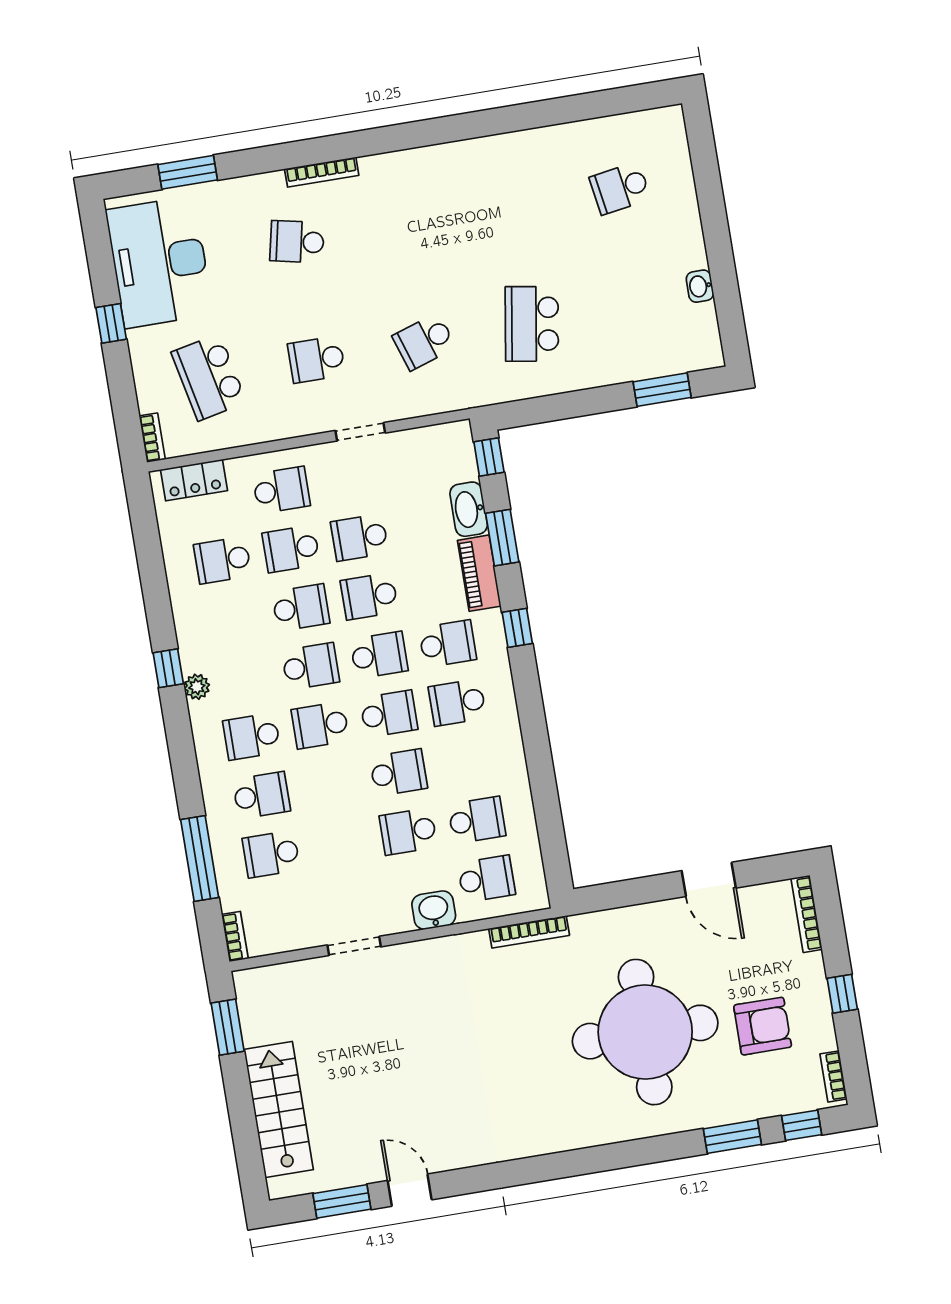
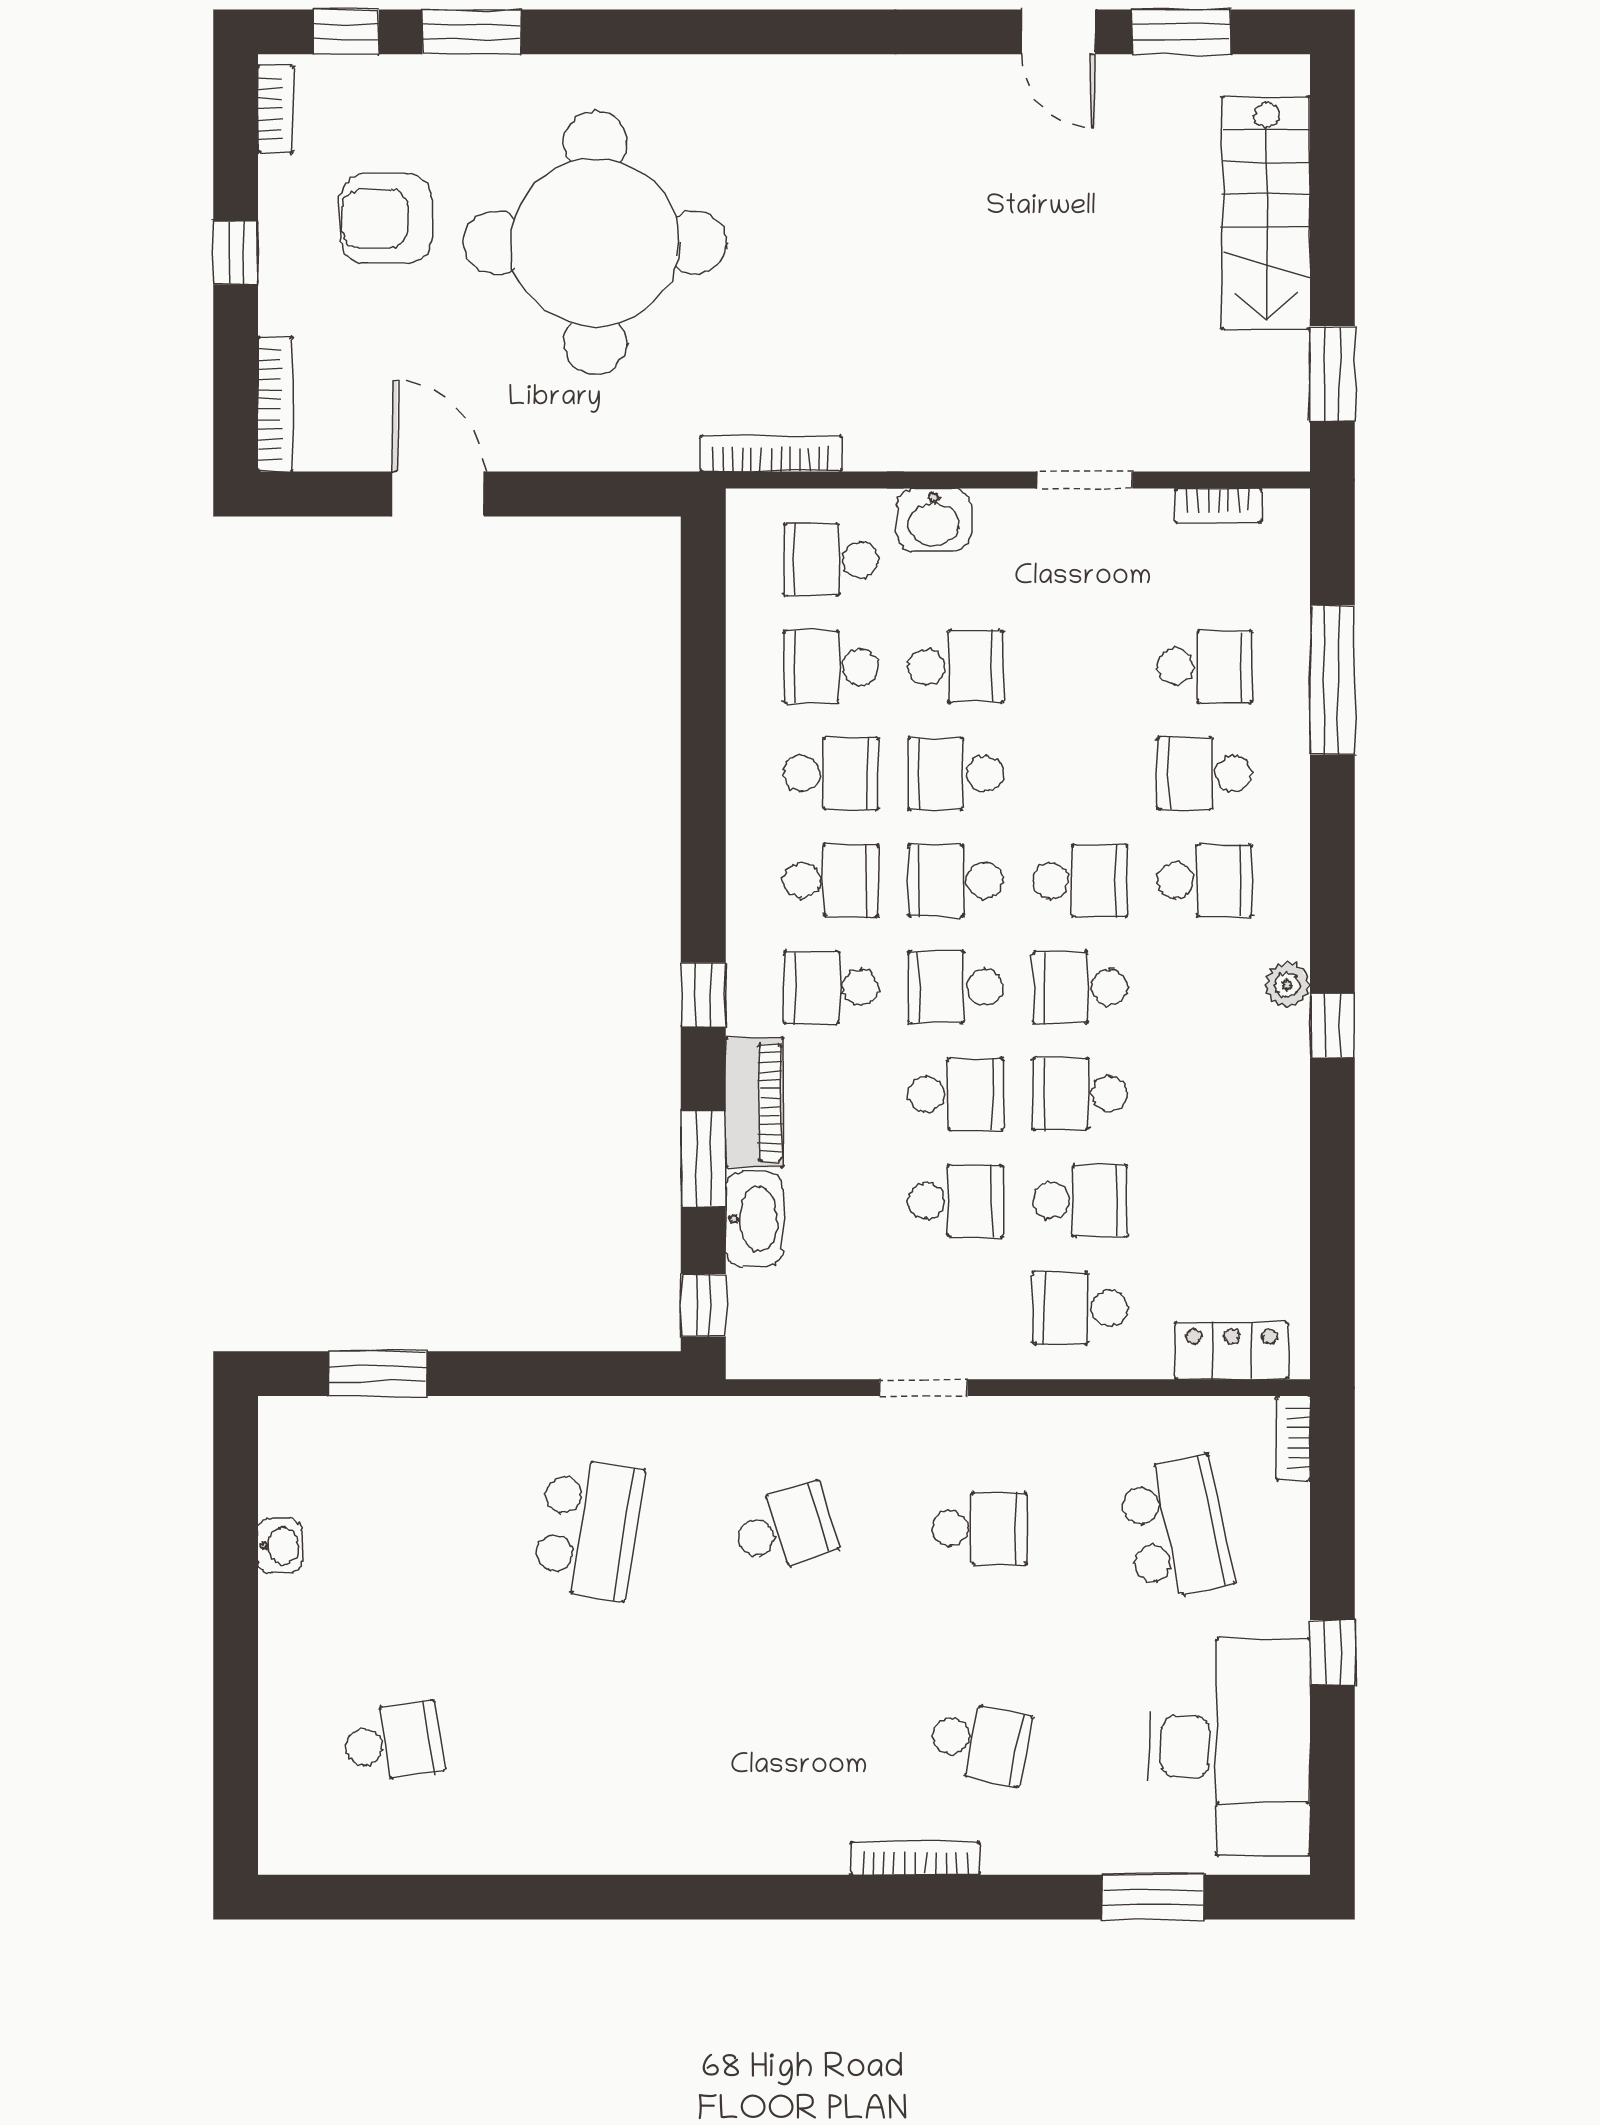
school desk: (223, 560) -> (831, 774), moved
bookcase: (235, 937) -> (1218, 506), moved, turned -90

